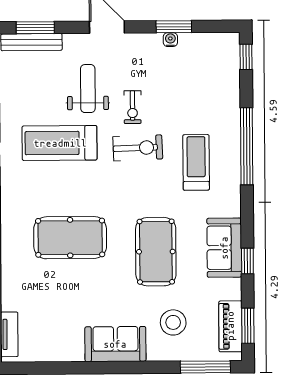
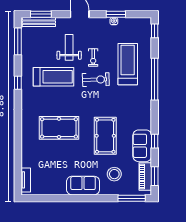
treadmill: (60, 143) -> (54, 77), turned 180
treadmill: (196, 162) -> (128, 64), moved, width x1.37, depth x1.38
sofa: (224, 248) -> (142, 146), moved

